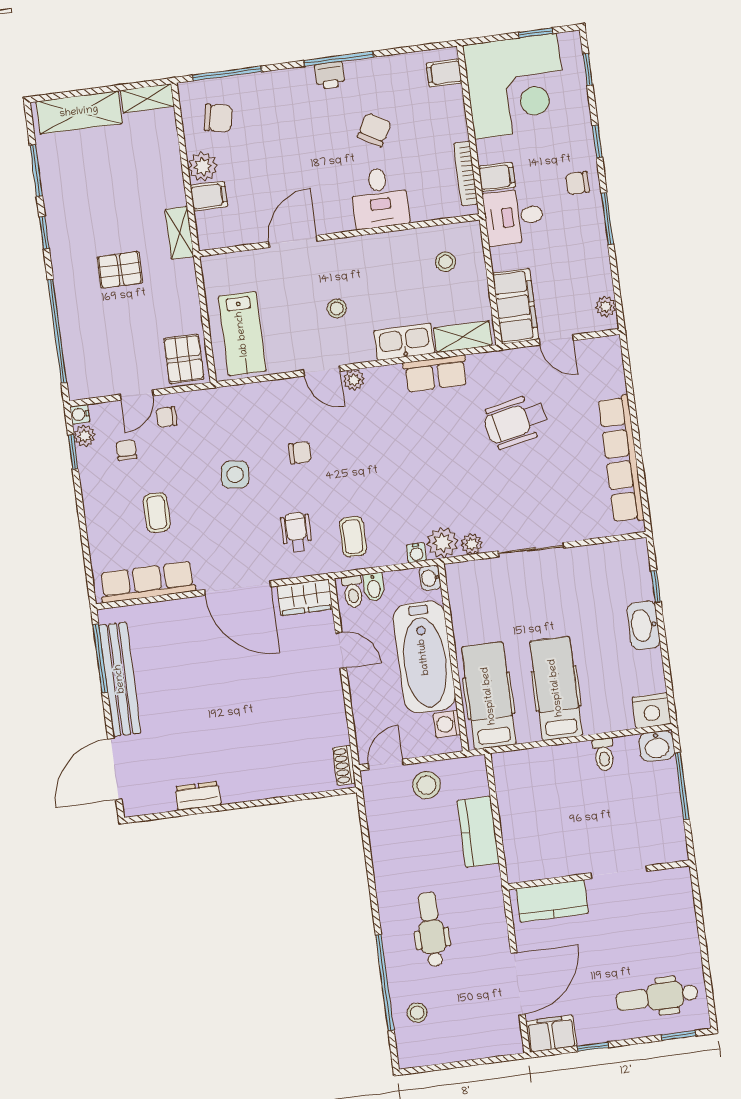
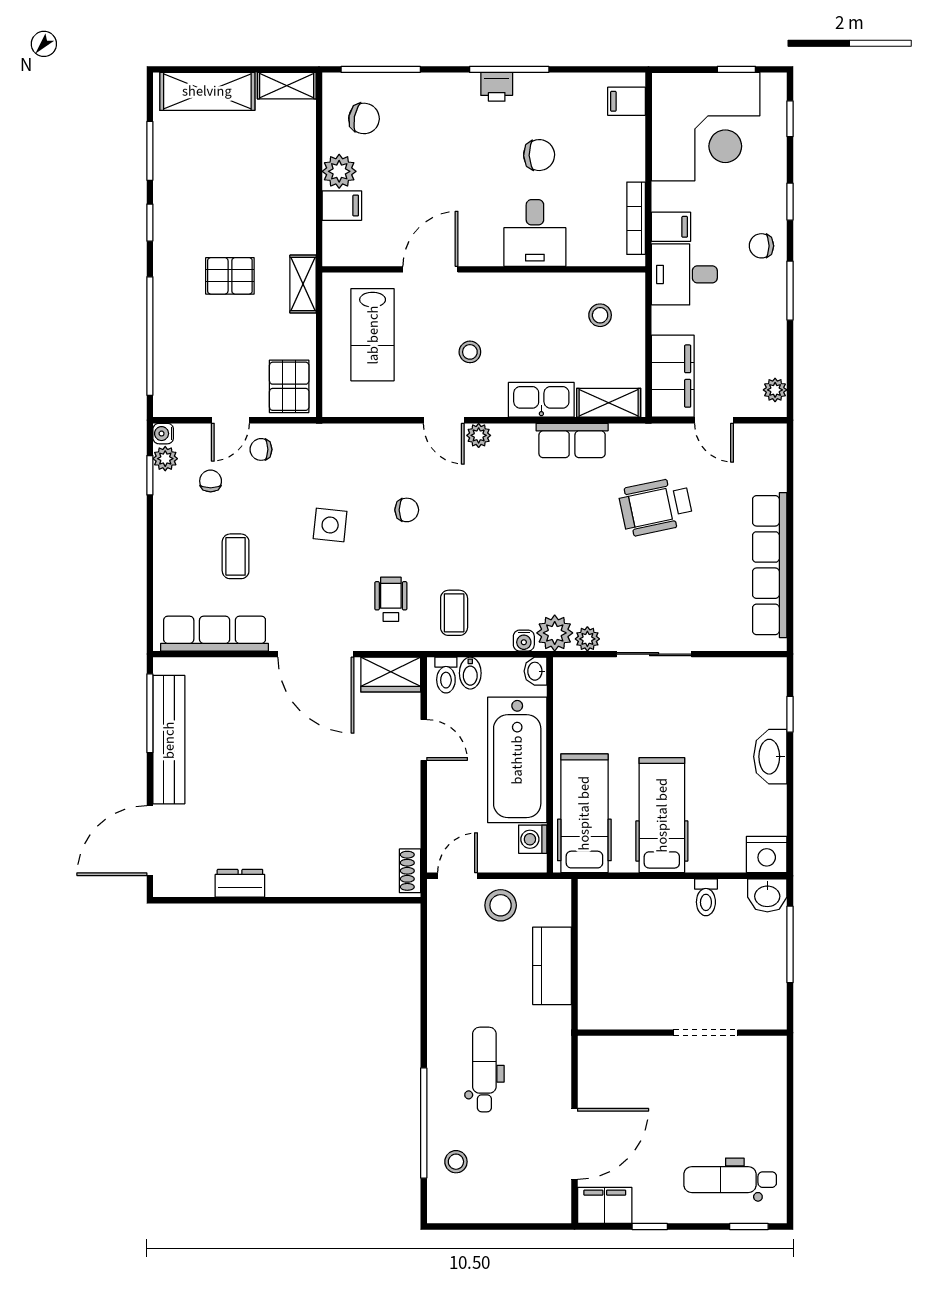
chair: (374, 130) -> (539, 155), turned 58
shelving: (179, 233) -> (303, 284), moved
lab bench: (242, 334) -> (373, 335), moved
kitchen counter: (552, 901) -> (626, 1055), removed

